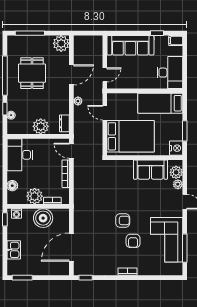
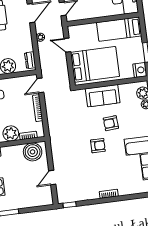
door: (71, 151) -> (40, 85), hinge flipped
sofa: (151, 170) -> (103, 96), moved
boiler: (43, 218) -> (33, 152), moved
armchair: (133, 241) -> (111, 123), moved, turned 86
door: (71, 247) -> (52, 178), width x0.53

